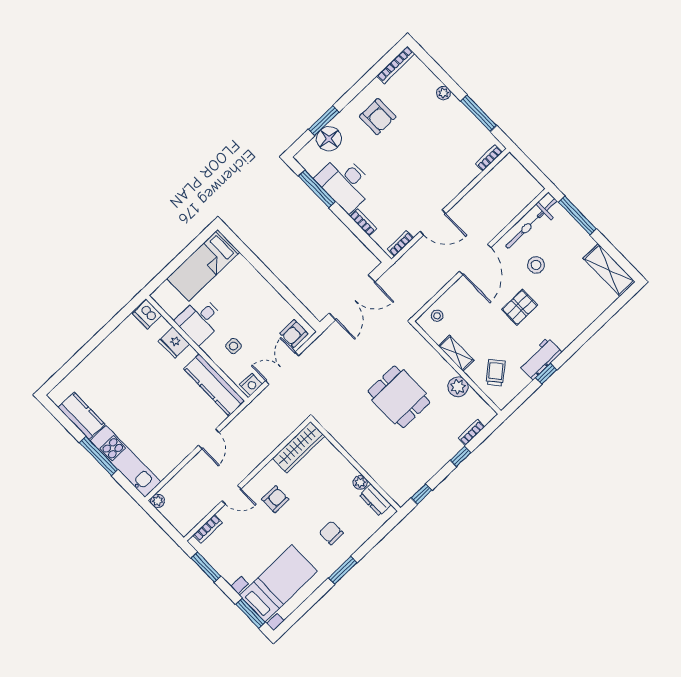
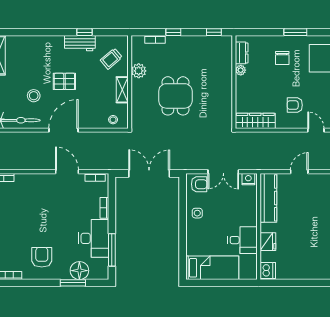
side table: (233, 346) -> (197, 213), moved

